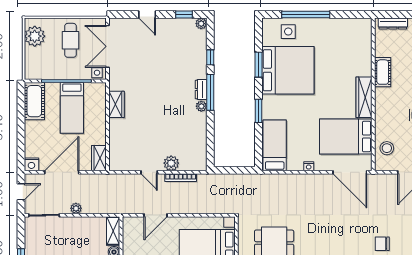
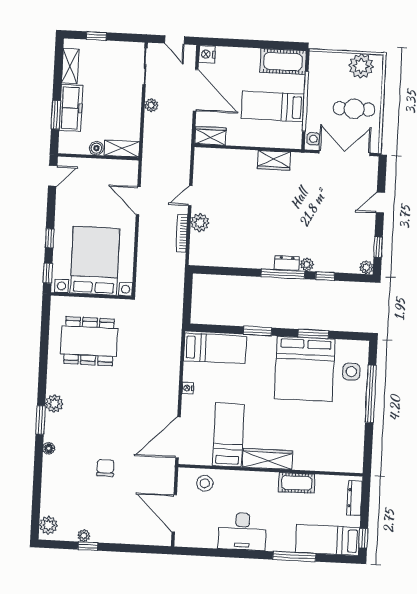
plant: (201, 106) -> (307, 265), moved
bed: (346, 137) -> (228, 435), width x0.67
chair: (382, 244) -> (105, 468), moved

